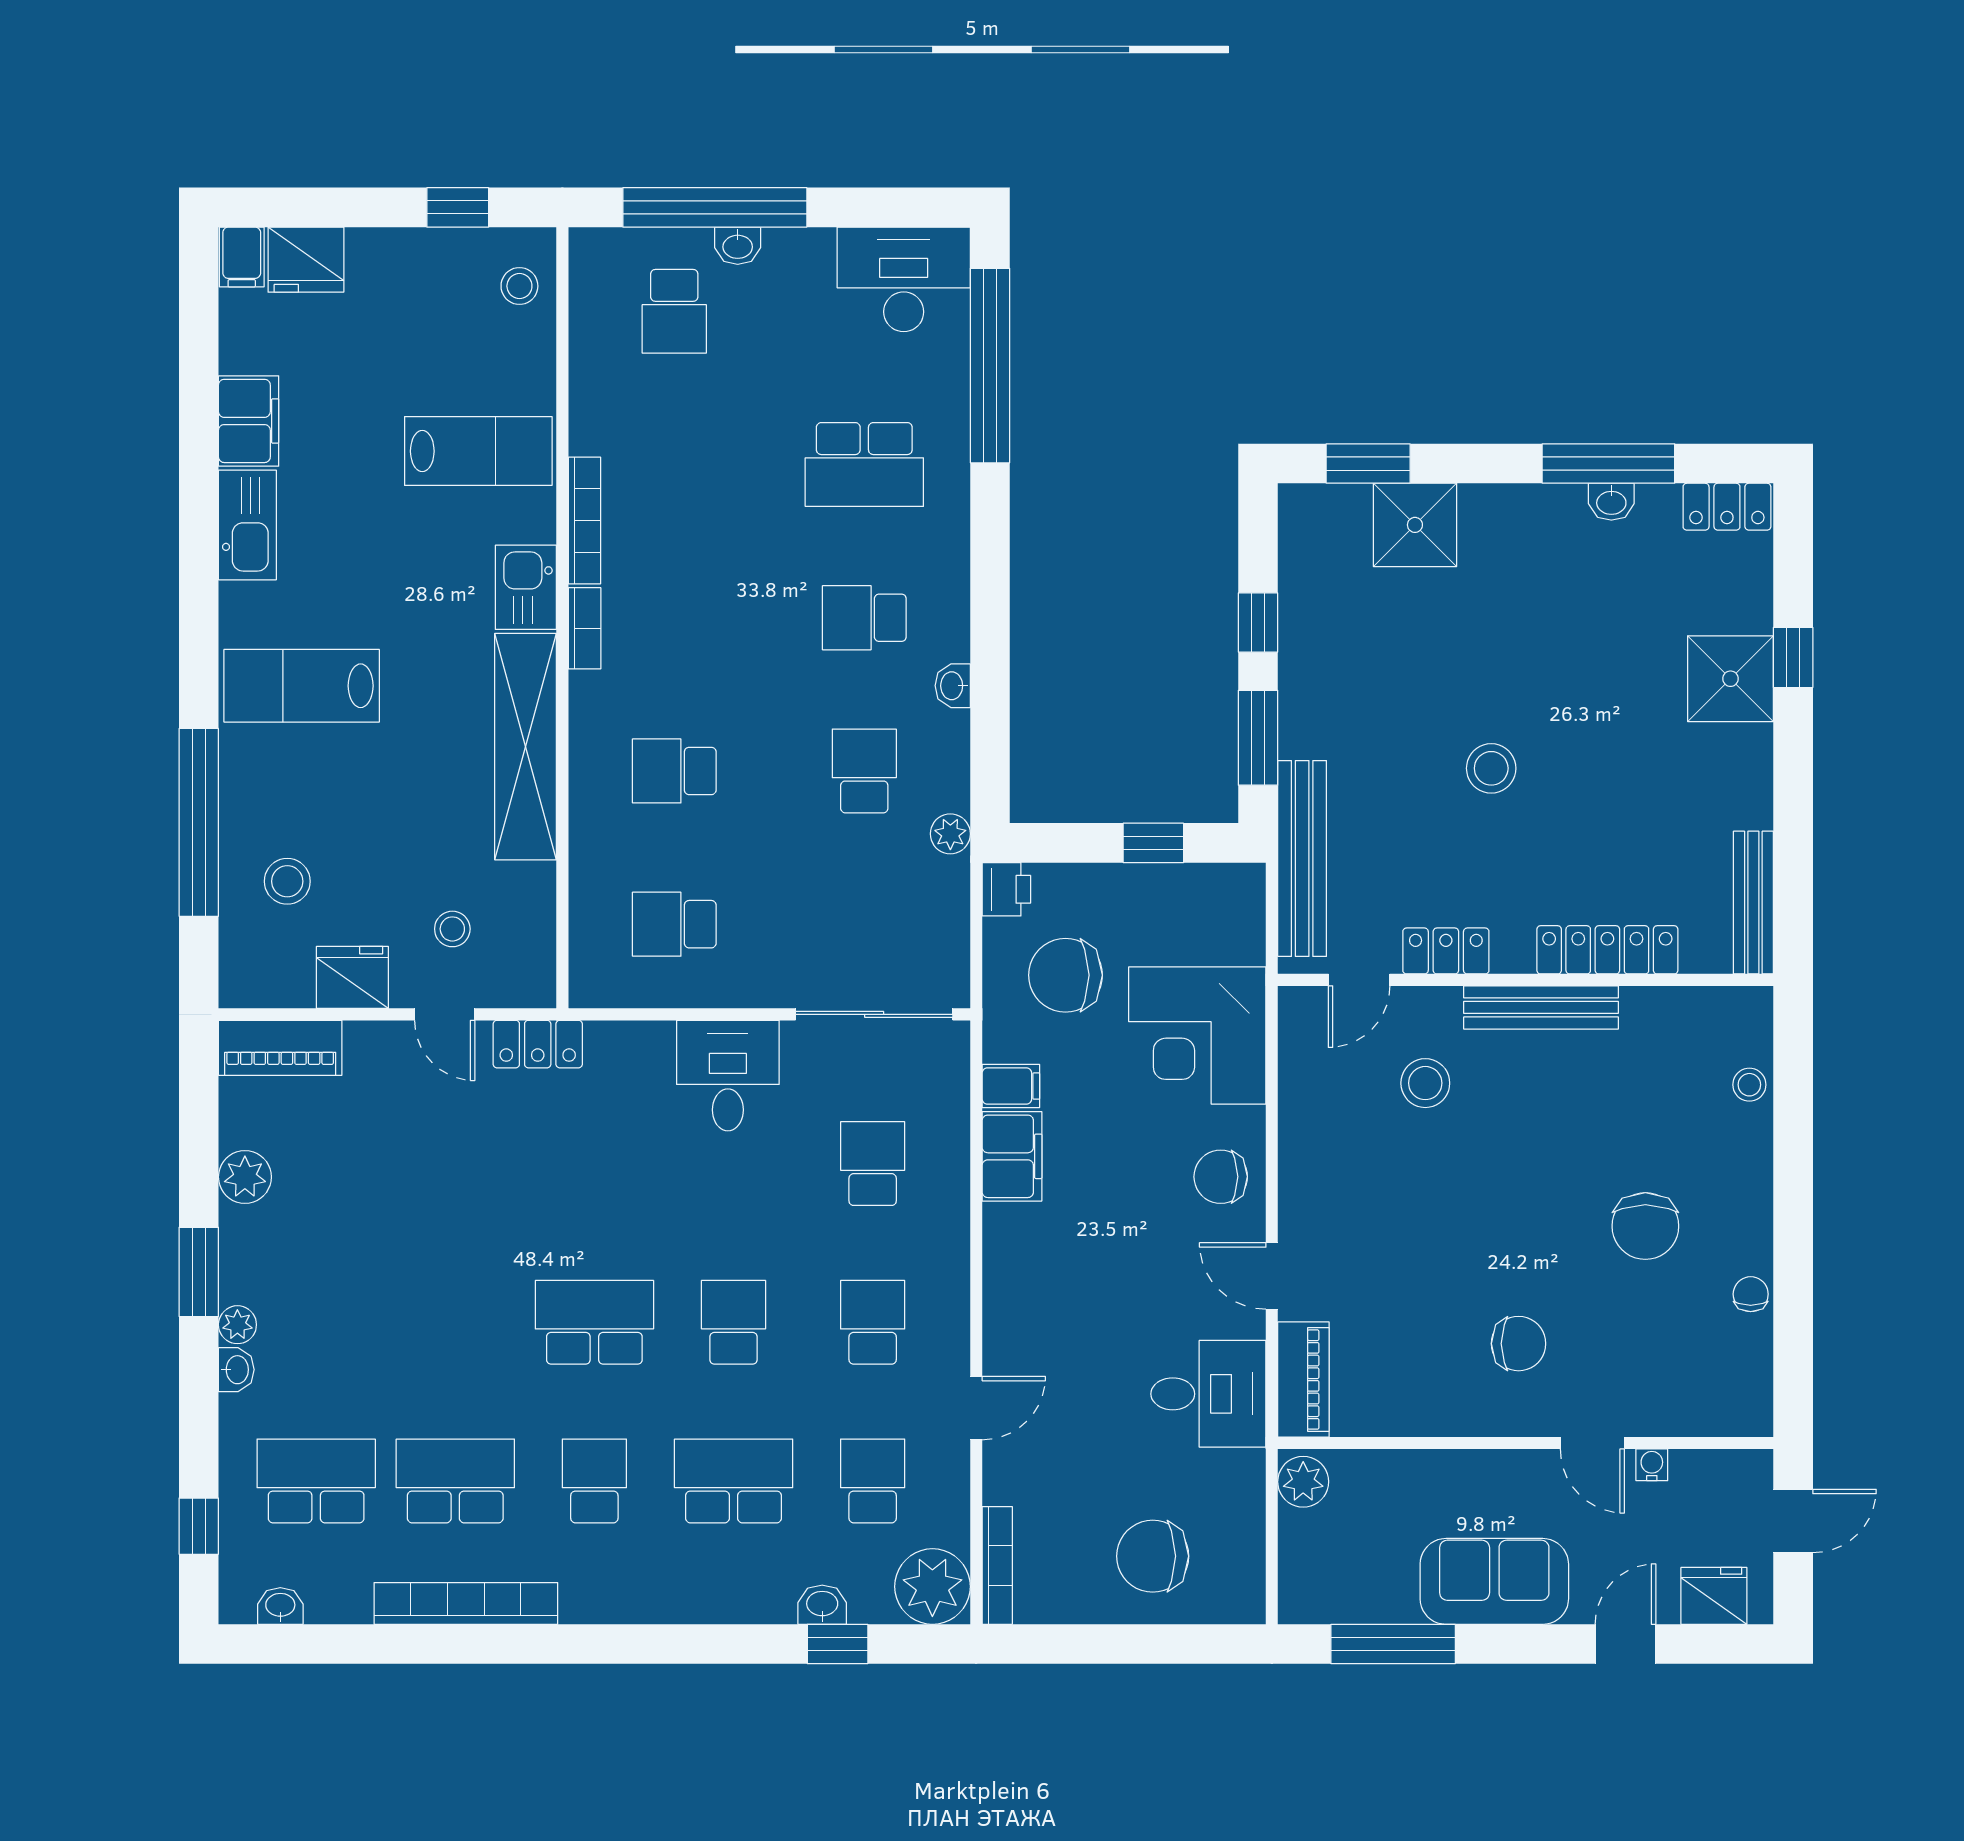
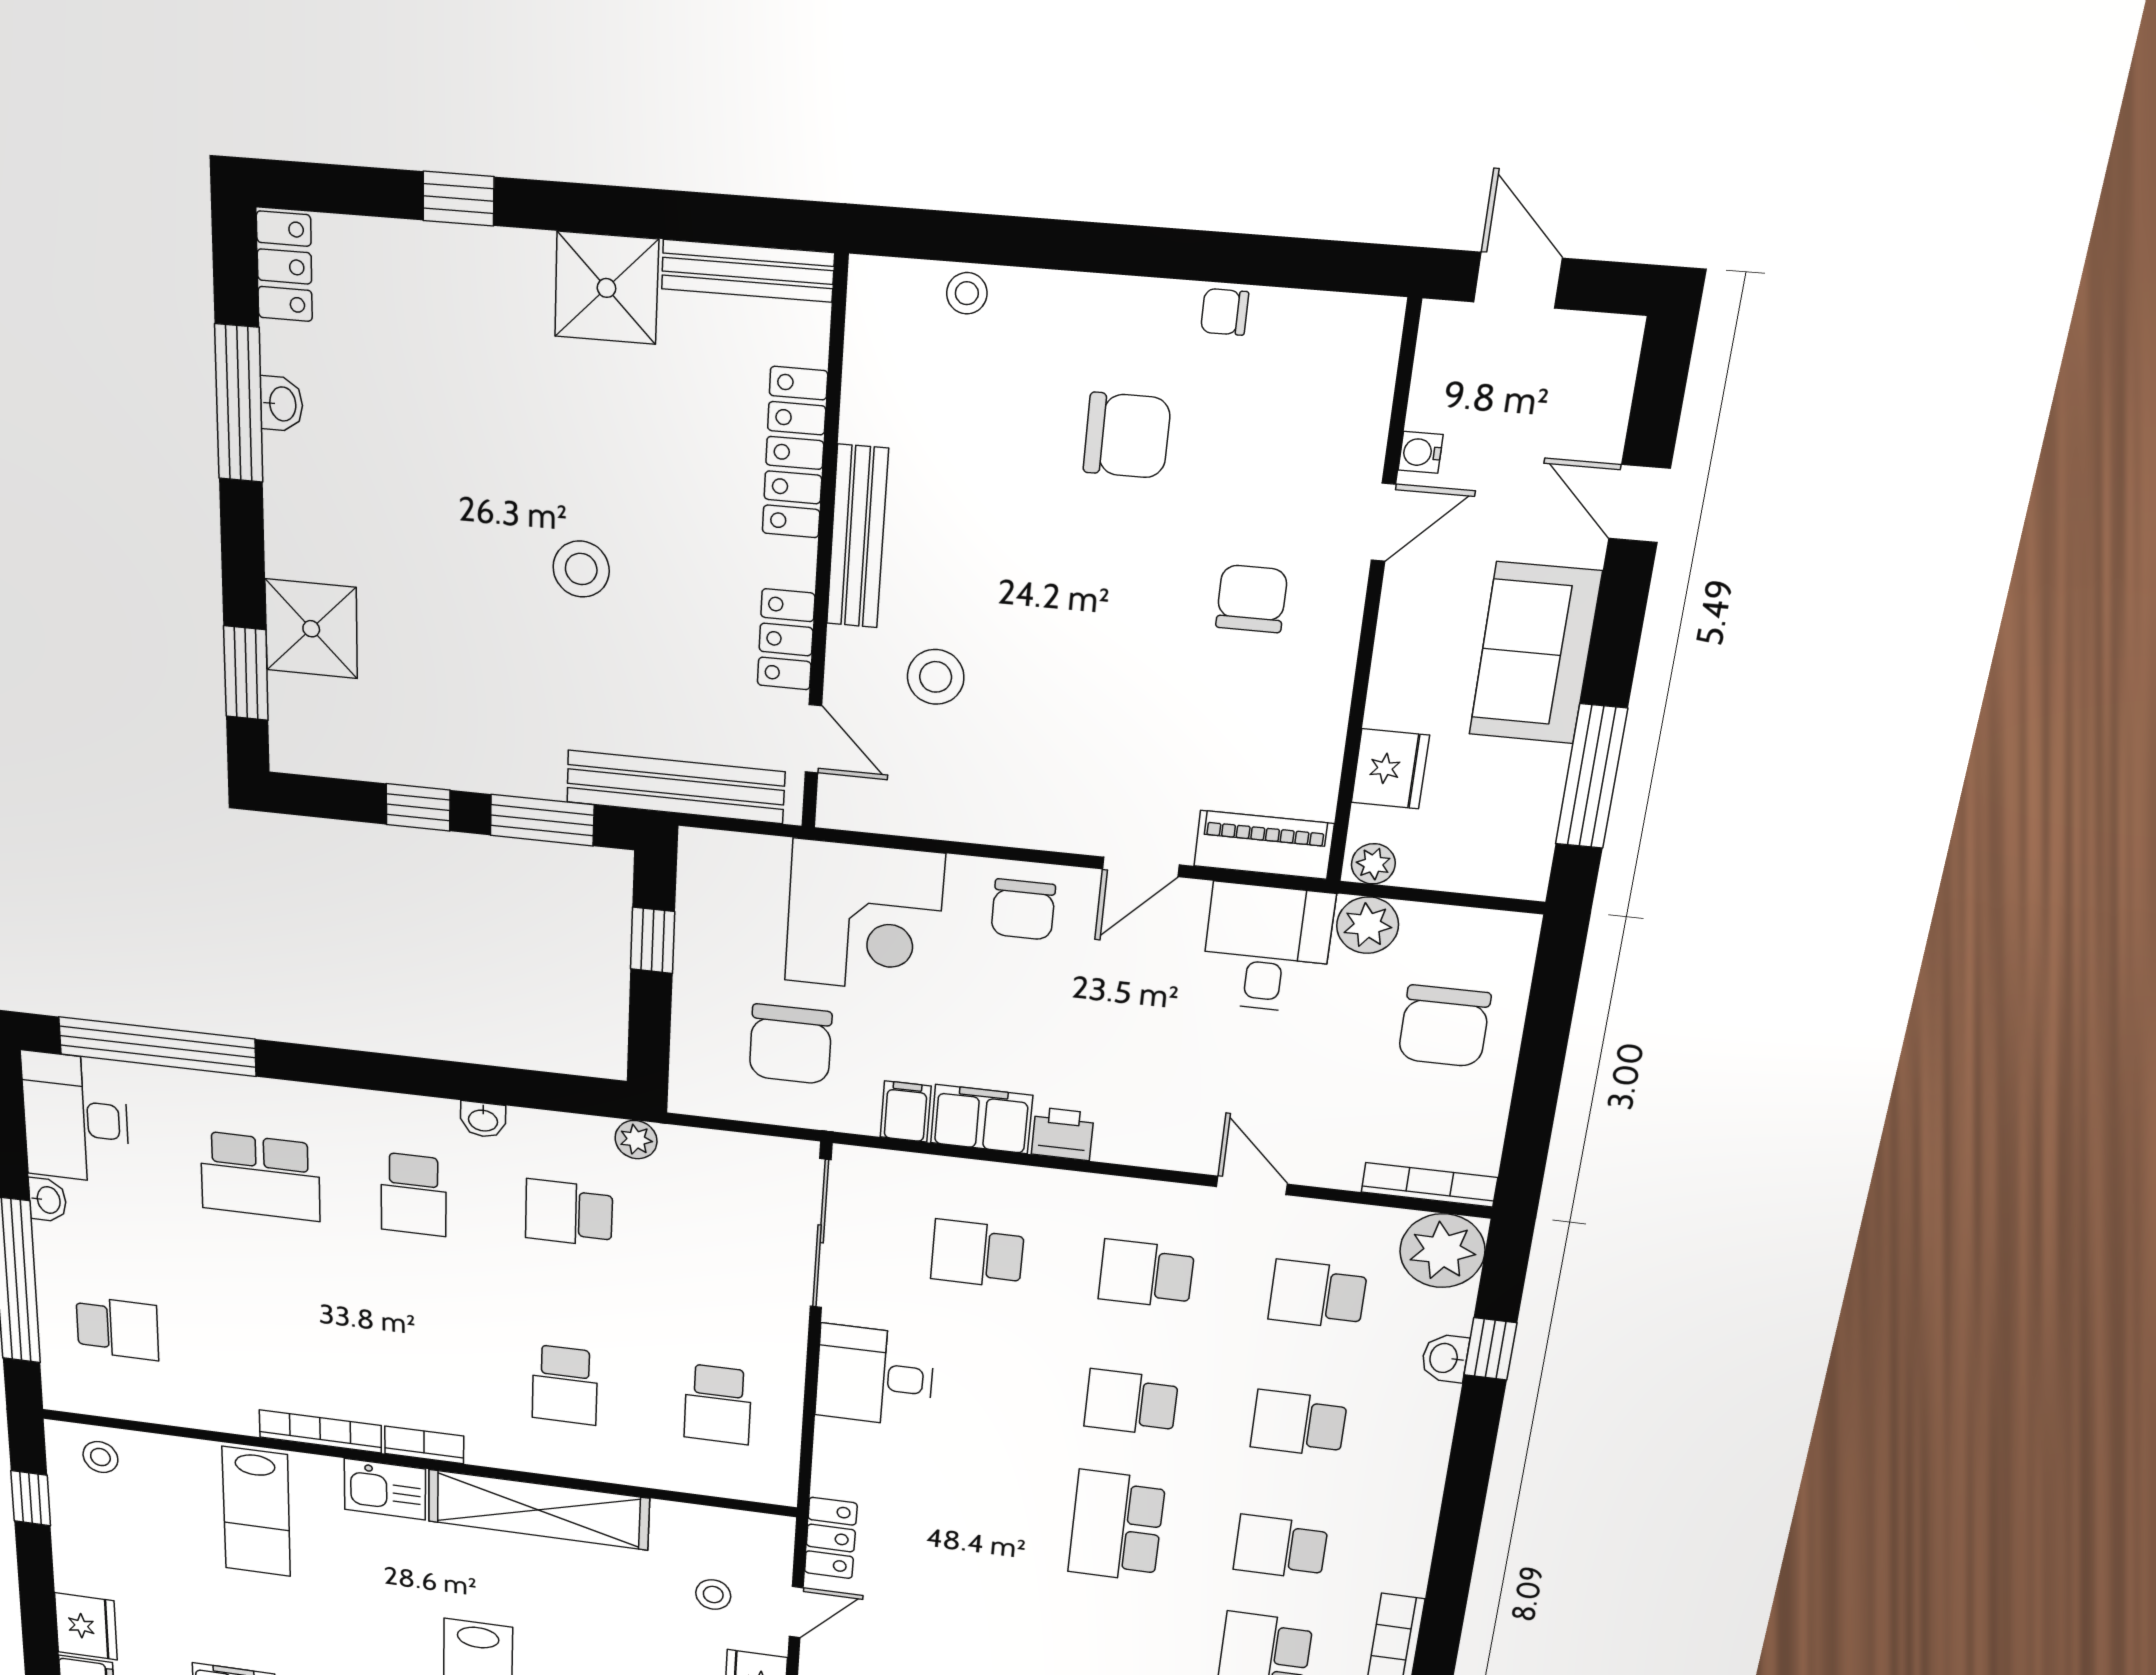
washbasin: (738, 246) -> (48, 1200), moved
lab bench: (478, 451) -> (256, 1512), turned 180
school desk: (864, 465) -> (260, 1176), turned 90
shower: (1730, 679) -> (606, 288), moved
printer: (1006, 889) -> (1063, 1134), moved
plant: (1240, 1477) -> (1368, 925), added
school desk: (734, 1481) -> (1299, 1424), width x0.54
plant: (1303, 1482) -> (1373, 864), width x0.73, depth x0.73
fridge: (1714, 1596) -> (1390, 769), moved, turned 180

